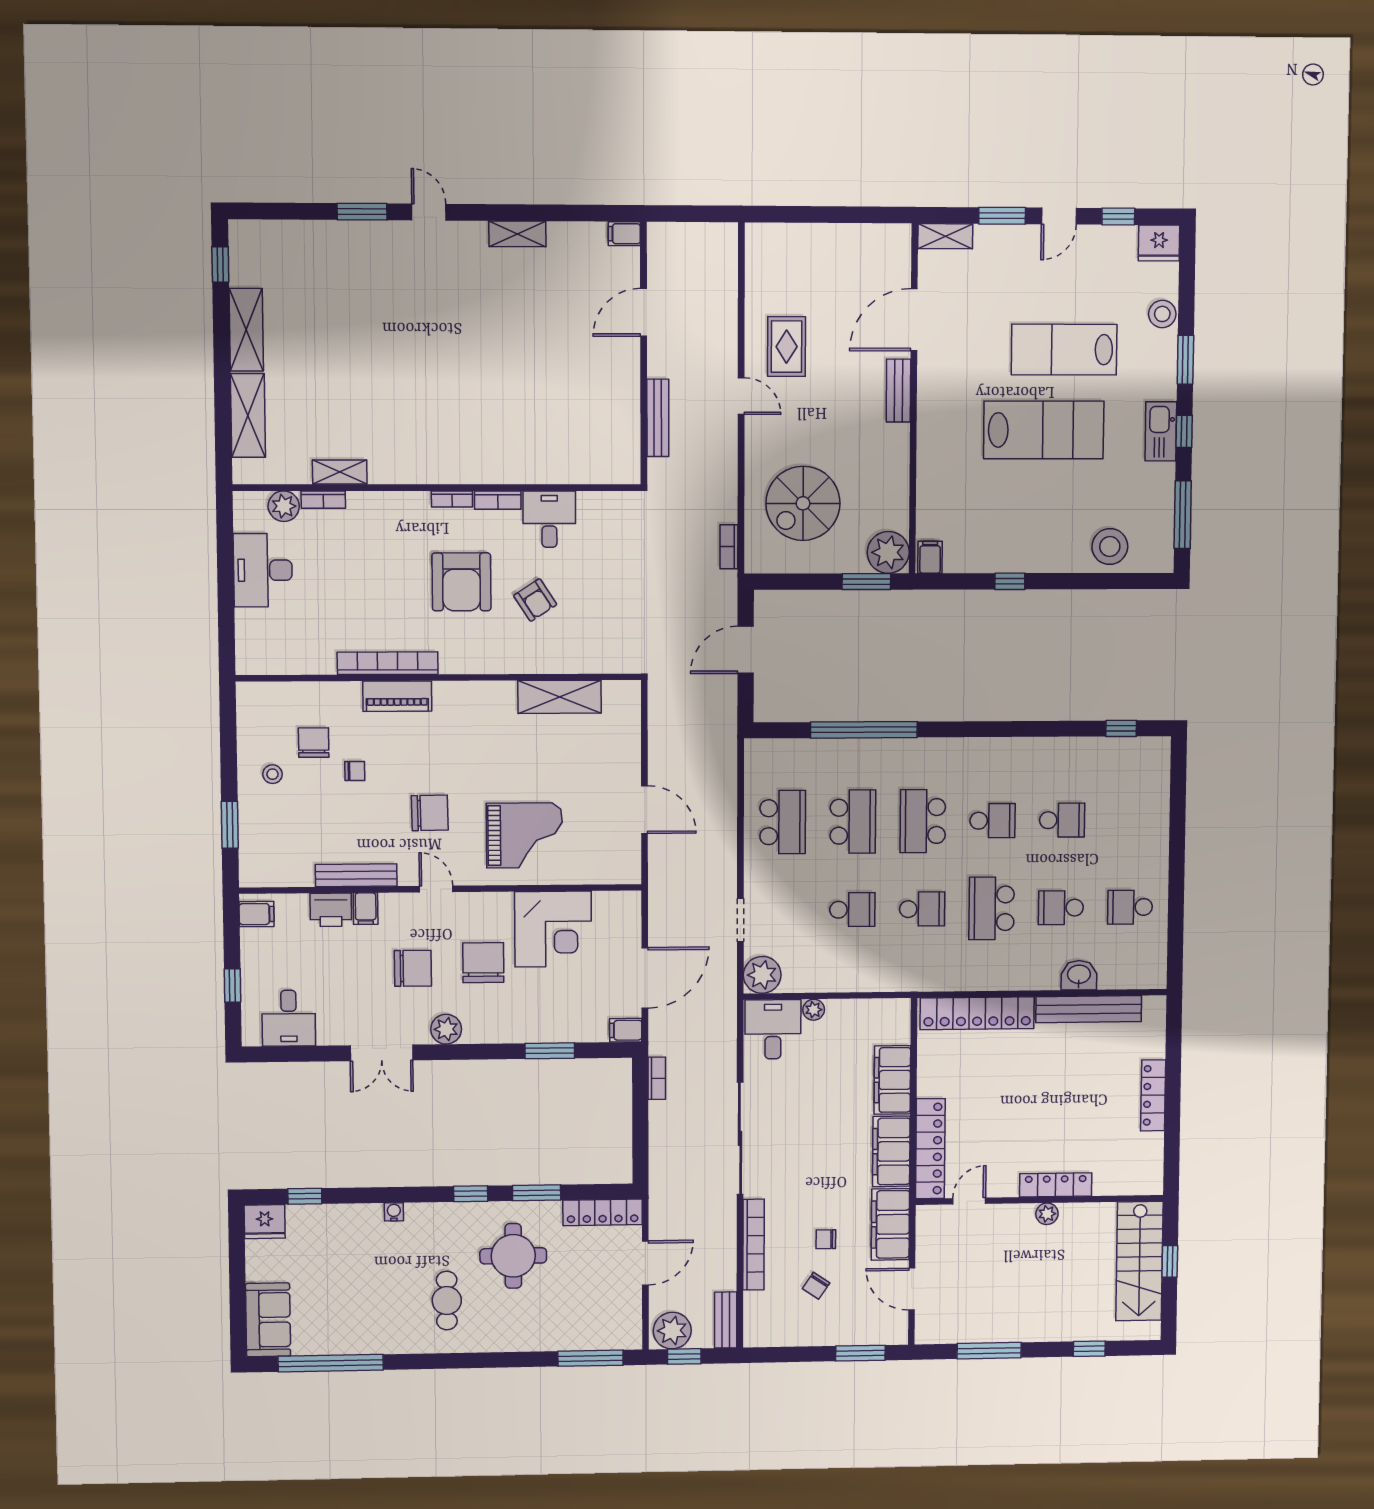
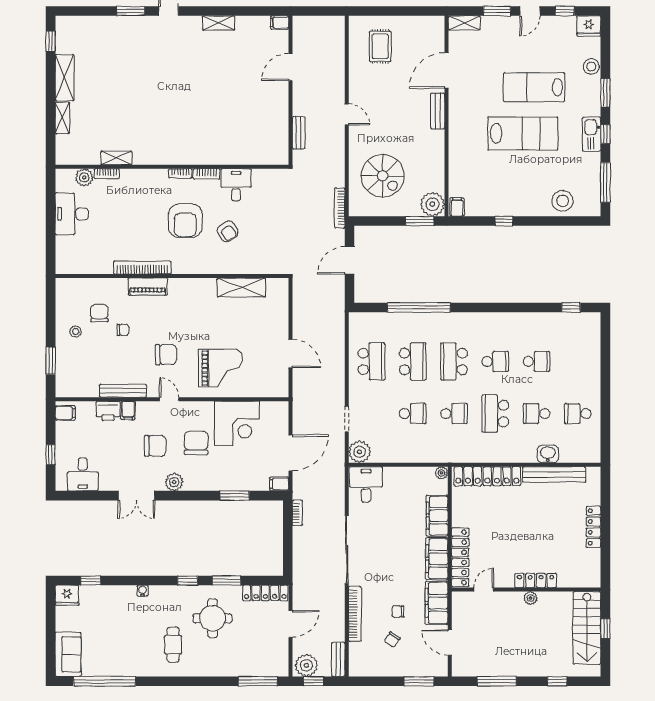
rug: (787, 347) -> (380, 46), moved
shelving: (248, 415) -> (62, 118), width x0.67, depth x0.75
bench: (658, 418) -> (299, 133), width x0.73
spiral stairs: (803, 503) -> (383, 176), turned -90
bookcase: (729, 547) -> (340, 208), width x1.56
plant: (814, 1010) -> (441, 473), moved

